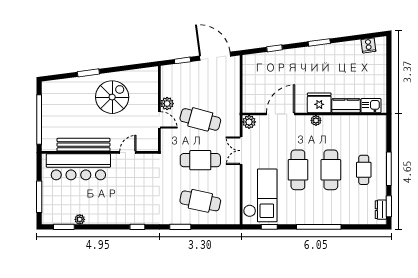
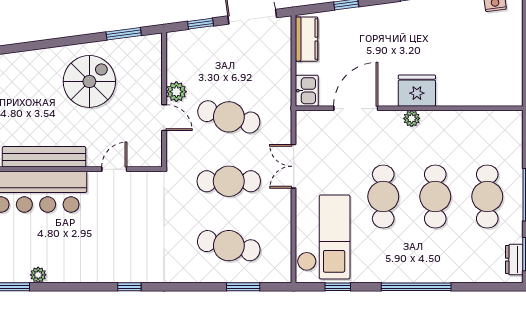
window: (88, 73) -> (124, 34), moved
kitchen counter: (346, 106) -> (307, 39), moved, turned 90
kitchen sink: (371, 106) -> (307, 91), moved, turned 90
plant: (249, 122) -> (306, 121), removed
cafe table: (364, 170) -> (487, 197), width x1.37, depth x1.35
window: (180, 227) -> (243, 287), moved

